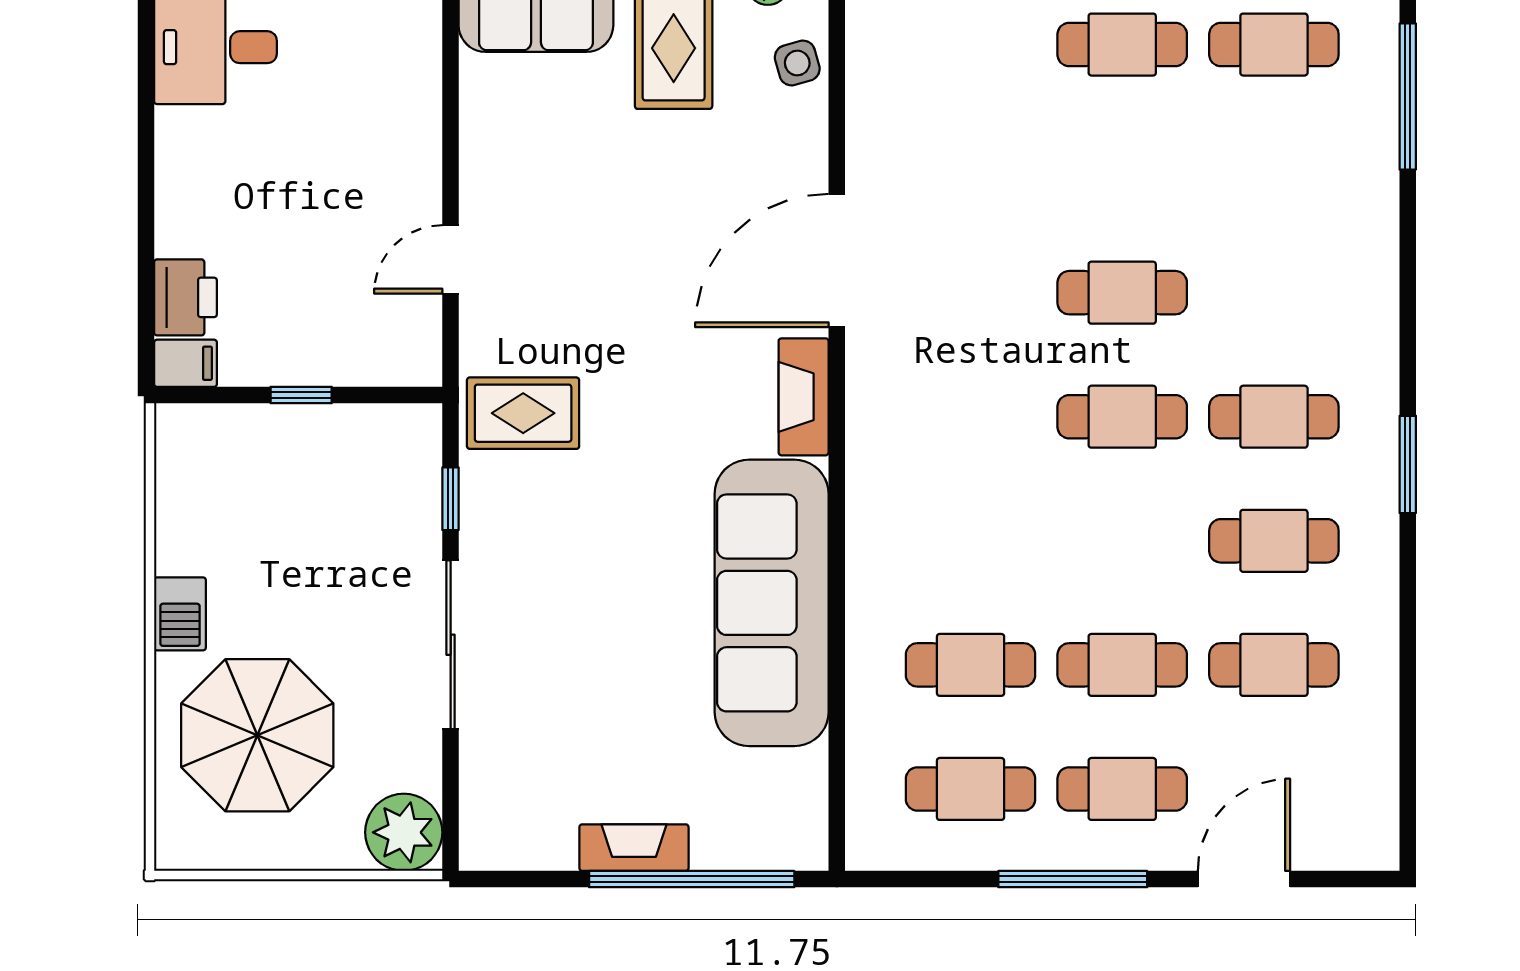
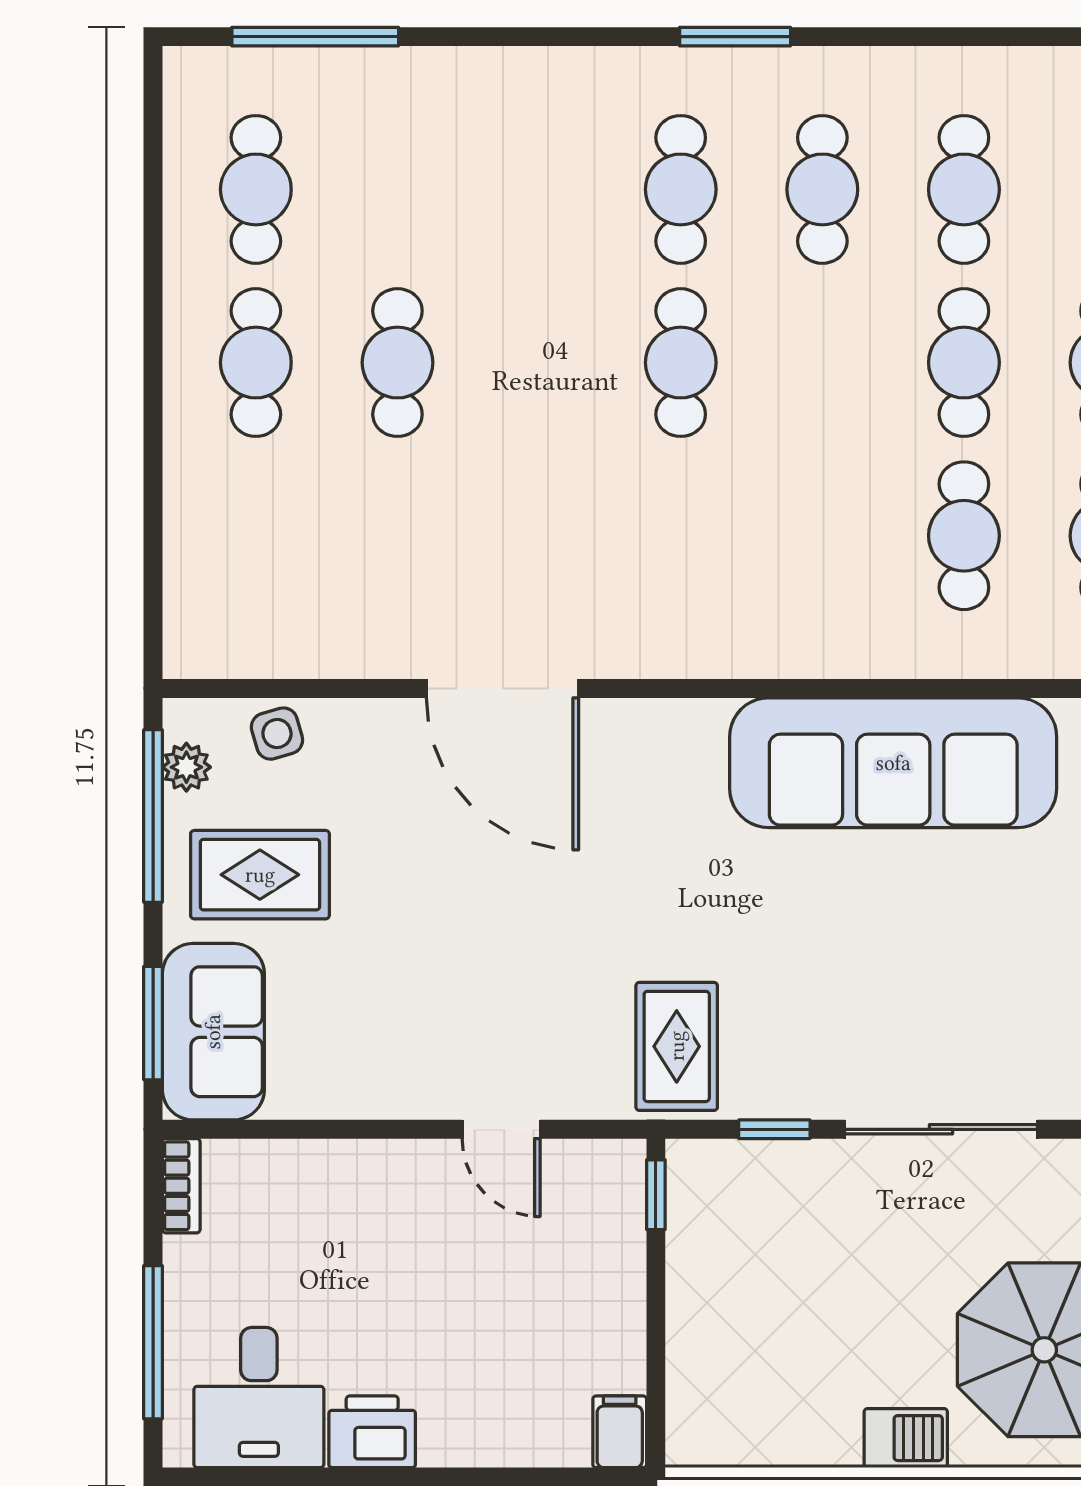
cafe table: (1122, 293) -> (397, 363), moved
printer: (185, 297) -> (372, 1432), moved
window: (301, 395) -> (656, 1195), moved
fireplace: (804, 397) -> (658, 726), removed

